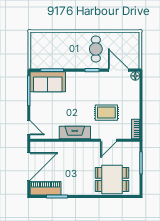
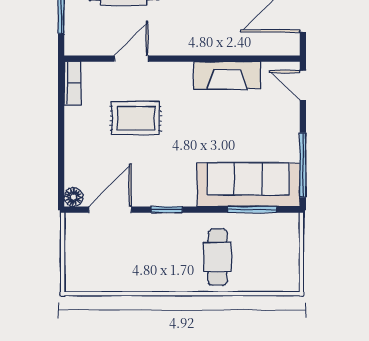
cafe table: (96, 49) -> (218, 257), moved
door: (118, 70) -> (110, 210), swing flipped
sofa: (48, 82) -> (248, 185), width x1.36
fireplace: (75, 133) -> (227, 75), moved

